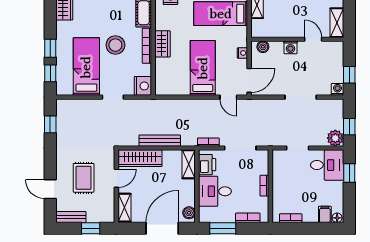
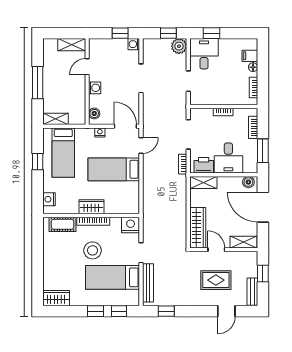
bench: (160, 141) -> (148, 283), moved
floor lamp: (337, 218) -> (253, 67), moved

